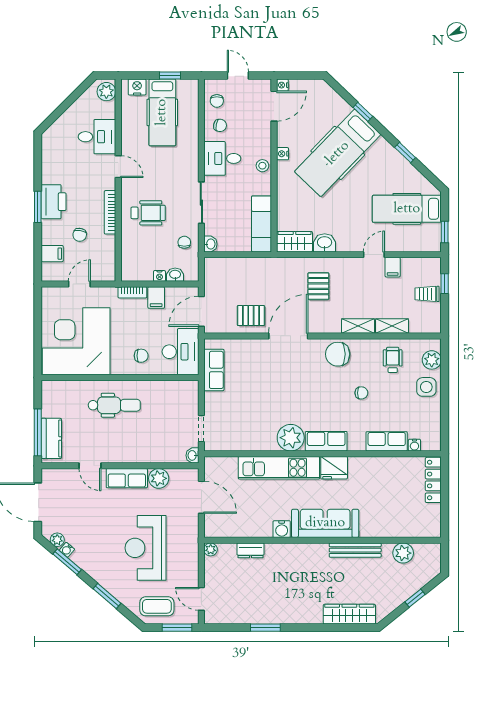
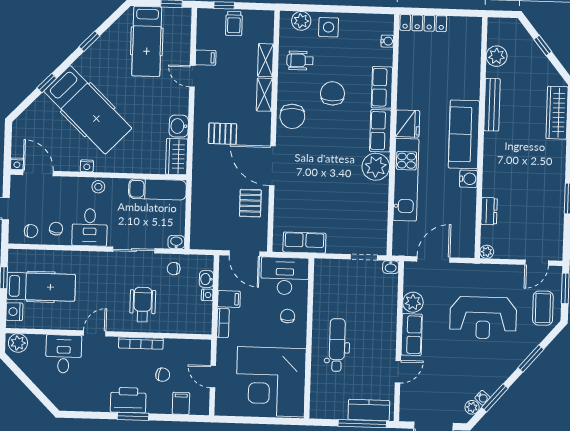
chair: (361, 393) -> (332, 93), width x1.87, depth x1.87
row of seats: (387, 441) -> (382, 87), moved

